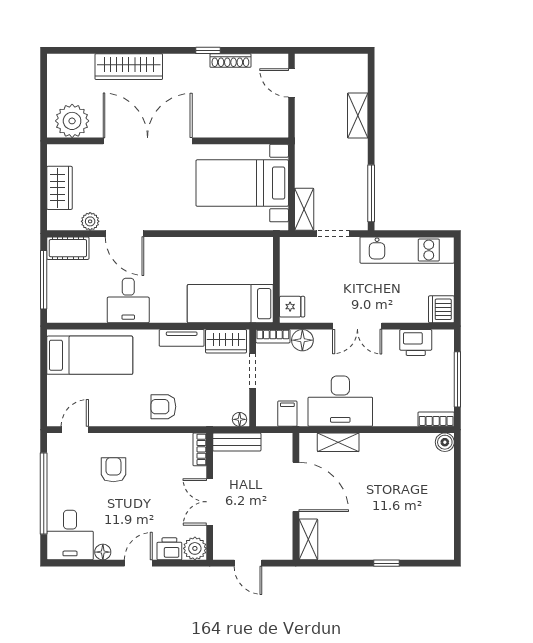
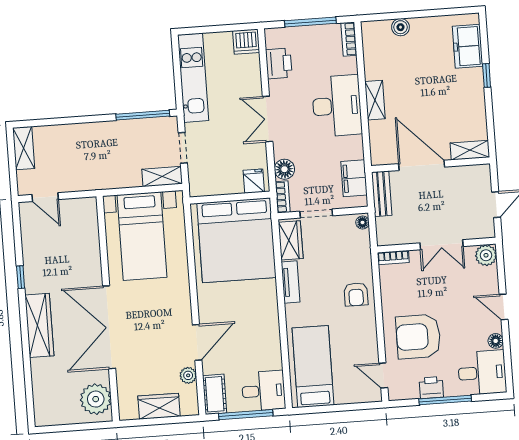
shoe rack: (230, 61) -> (29, 256), removed
wardrobe: (129, 67) -> (39, 325), moved
door: (291, 83) -> (45, 197), hinge flipped
shelving: (358, 115) -> (24, 148), moved, turned 90
desk: (128, 301) -> (263, 391), moved
bed: (230, 304) -> (236, 240), width x2.04
double door: (357, 326) -> (268, 119), swing flipped
desk: (340, 401) -> (337, 106), moved
filing cabinet: (287, 414) -> (354, 178), width x2.00
bench: (237, 442) -> (382, 194), moved
shelving: (338, 442) -> (375, 100), moved
boiler: (445, 442) -> (400, 27), moved
armchair: (113, 470) -> (418, 337), width x1.88, depth x1.88
door: (296, 487) -> (422, 165), hinge flipped
window: (44, 494) -> (445, 400), width x0.68
freezer: (419, 545) -> (468, 46), added
printer: (169, 549) -> (431, 388), moved, turned 90

